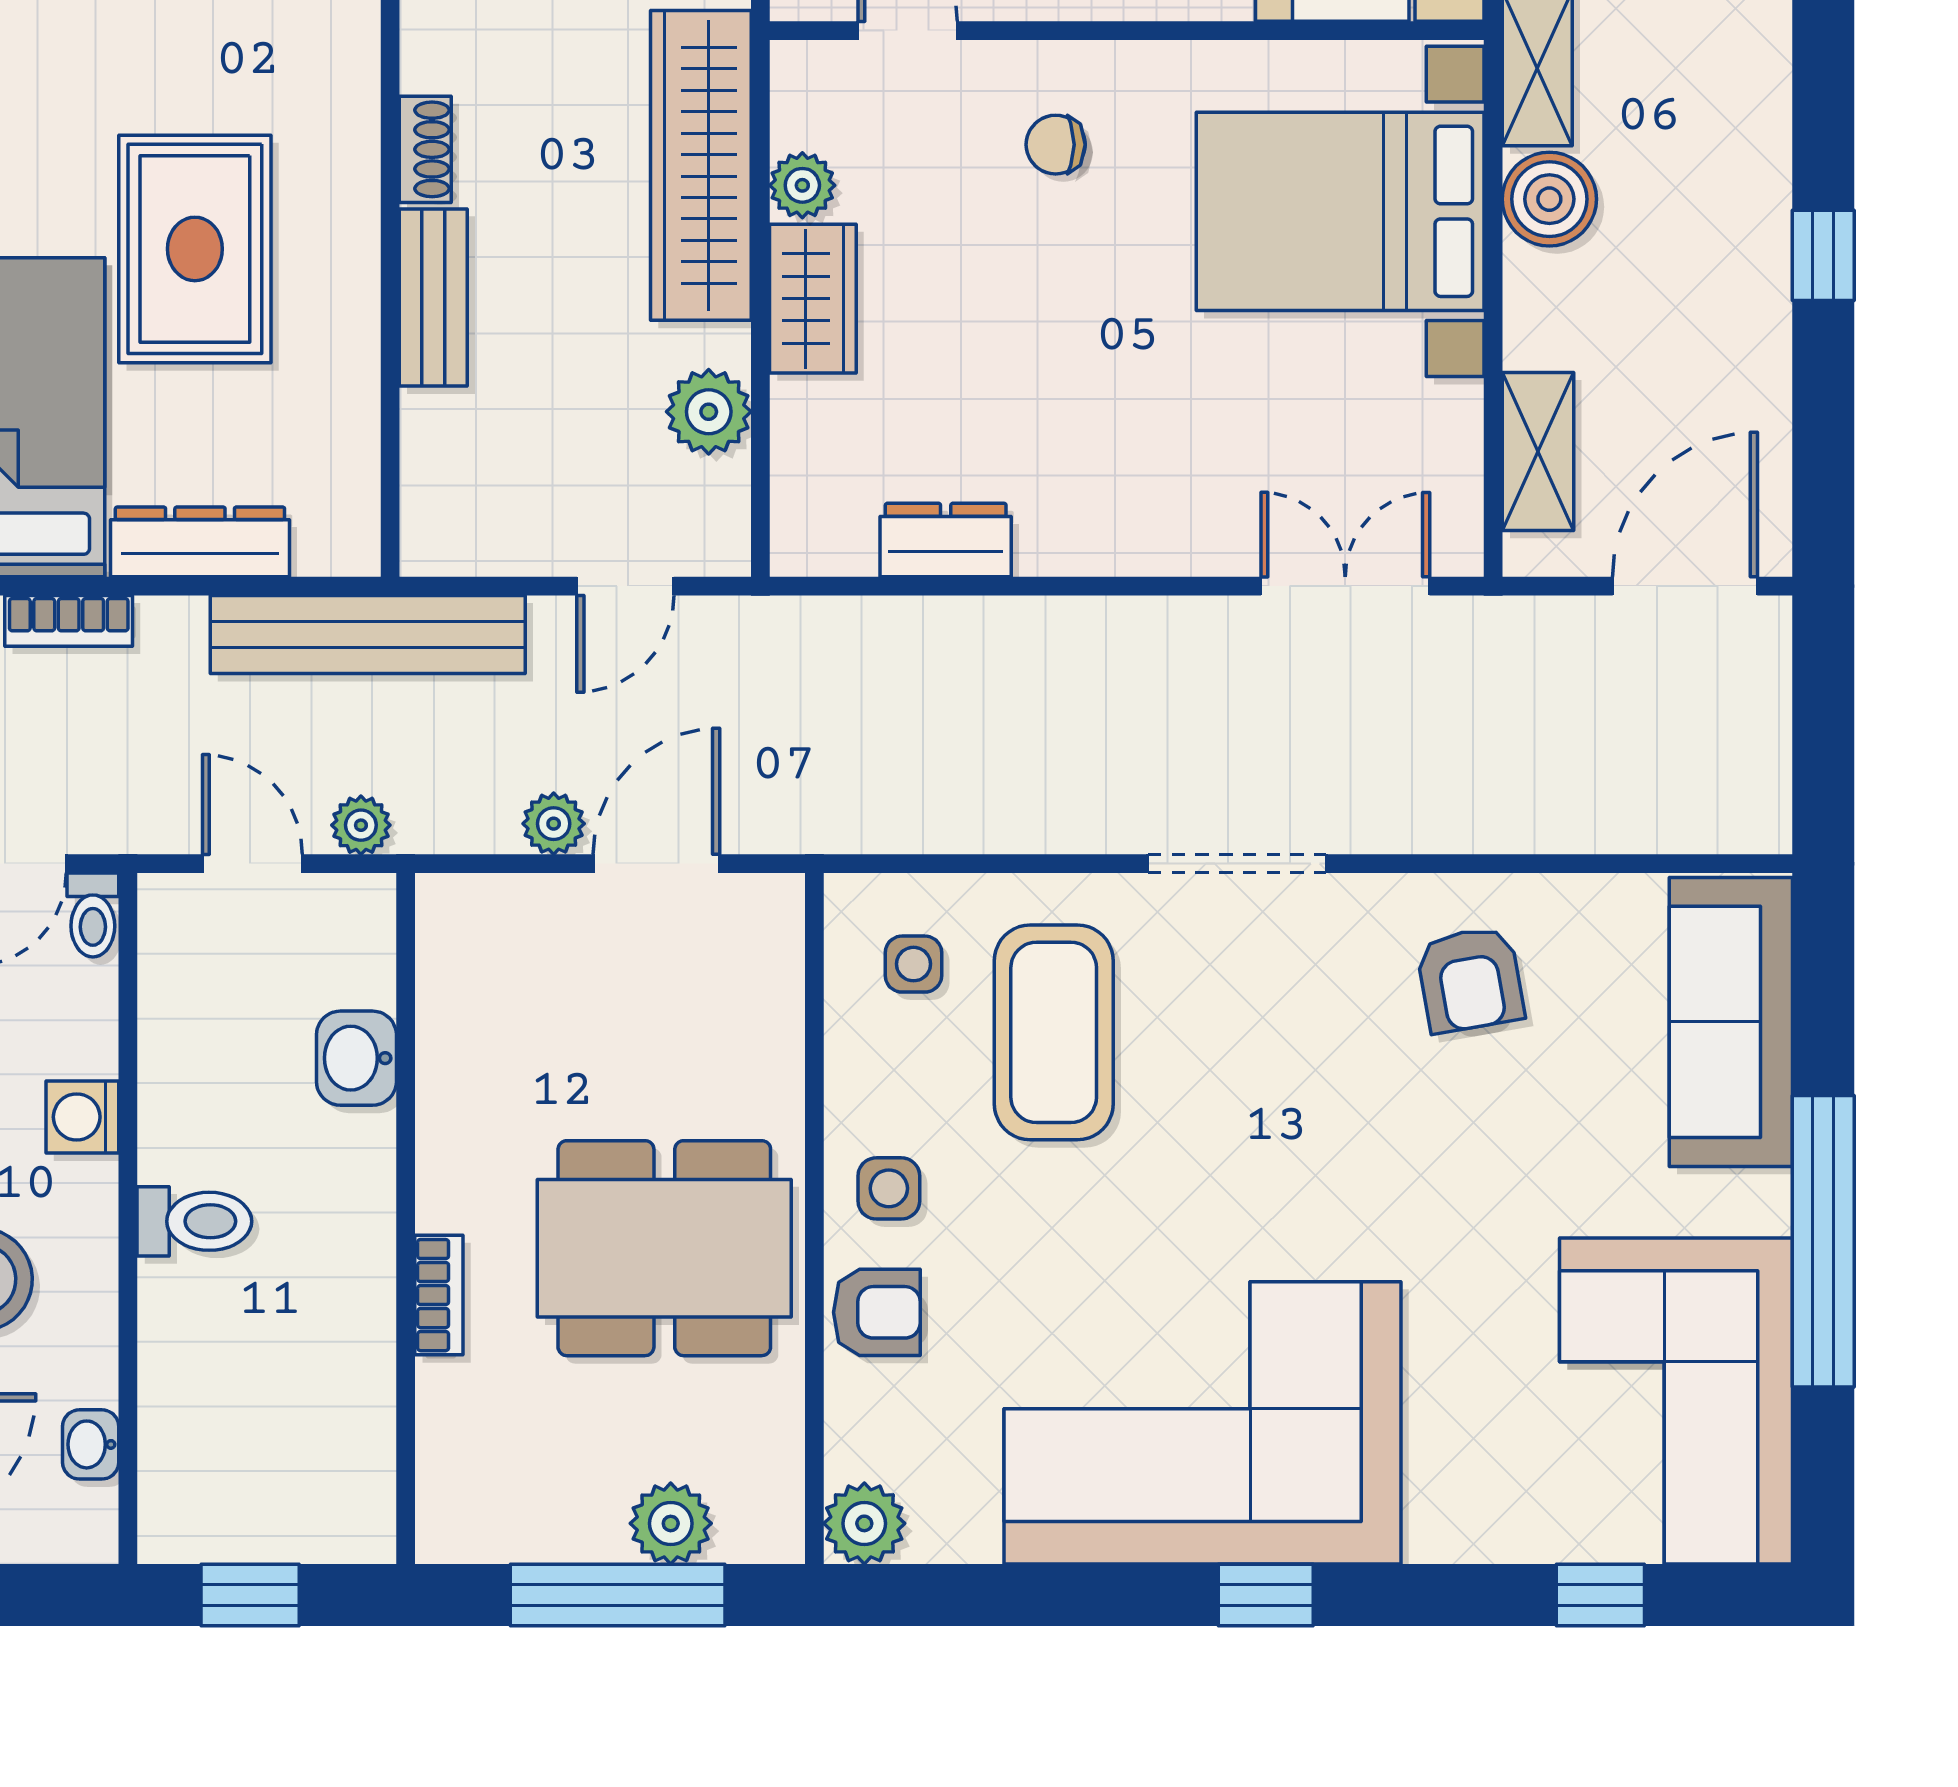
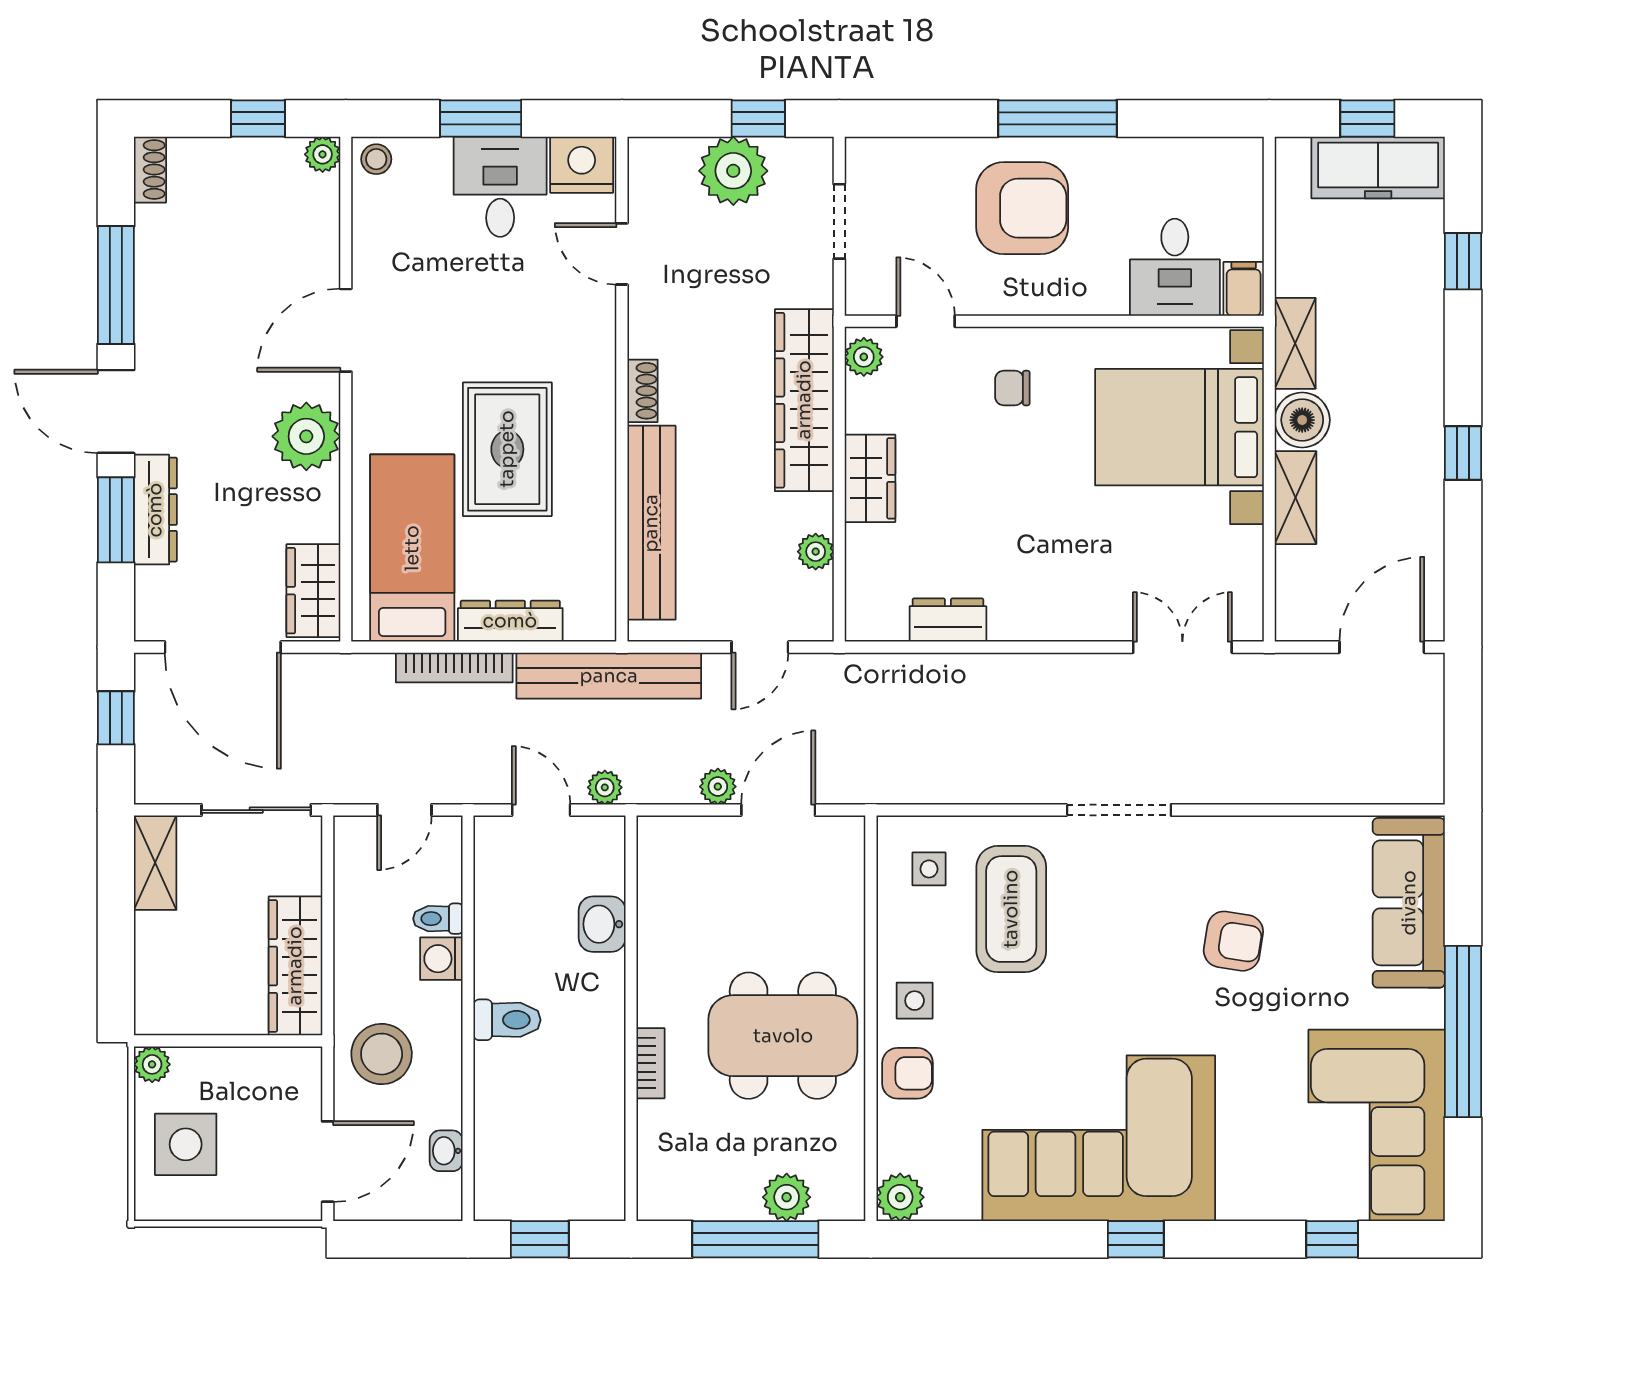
plant: (802, 185) -> (864, 357), moved
bench: (433, 297) -> (651, 523), width x1.86, depth x1.21
plant: (709, 412) -> (816, 552), width x0.73, depth x0.73
shelving: (1538, 451) -> (1296, 498), moved
bookcase: (69, 621) -> (454, 667), width x1.56
toilet: (93, 915) -> (438, 919), moved, turned 90
armchair: (1470, 980) -> (1233, 941), moved, turned -71

